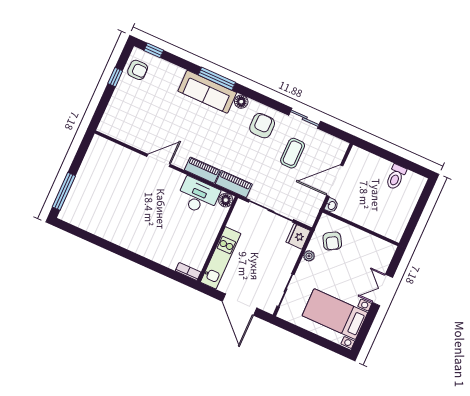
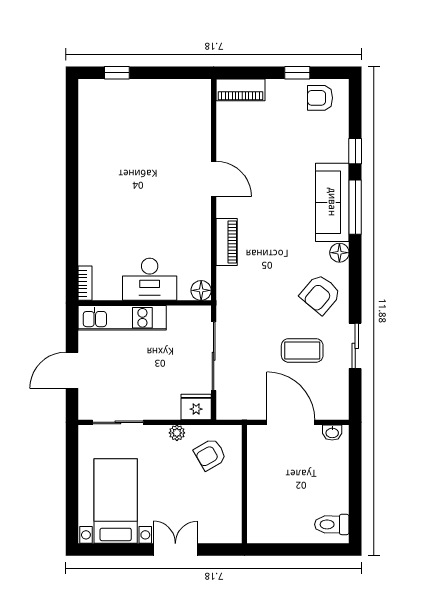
window: (154, 50) -> (355, 151), moved
armchair: (138, 70) -> (320, 98), turned 90
armchair: (262, 126) -> (320, 294), turned 130
toilet: (396, 177) -> (332, 524), moved
piano: (234, 184) -> (240, 90), moved, turned 90
window: (64, 191) -> (117, 73), width x0.46
desk: (198, 196) -> (150, 279), moved, turned 90
washbasin: (331, 205) -> (332, 433), moved
door: (240, 305) -> (72, 370), width x0.73

